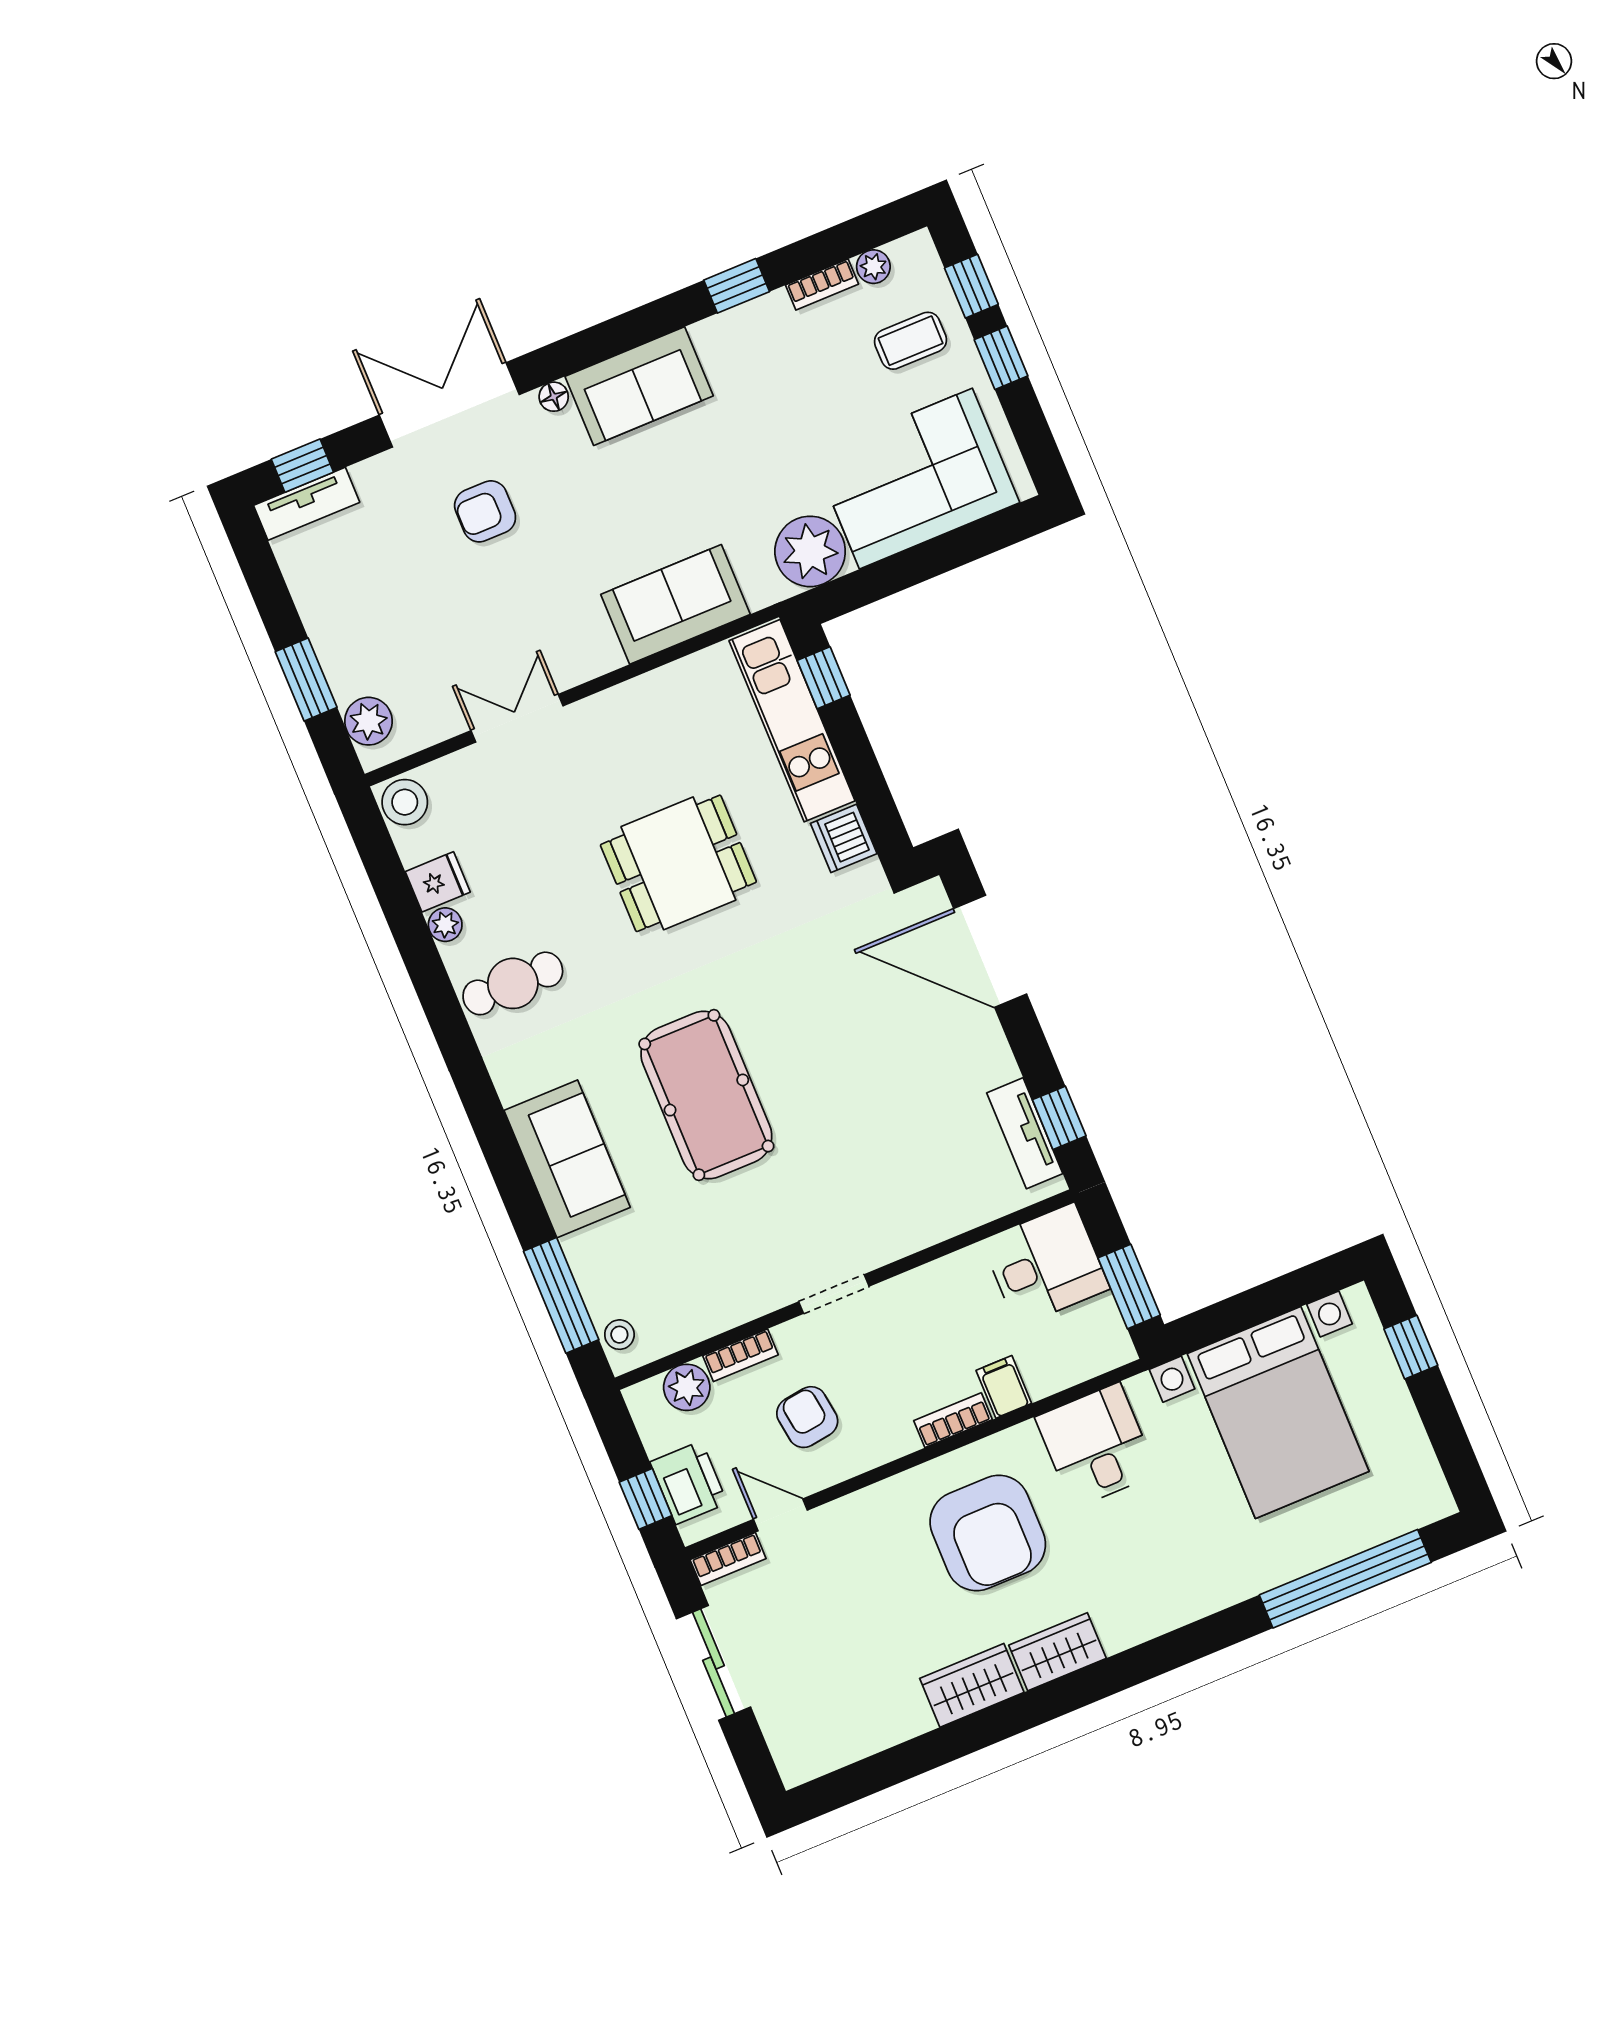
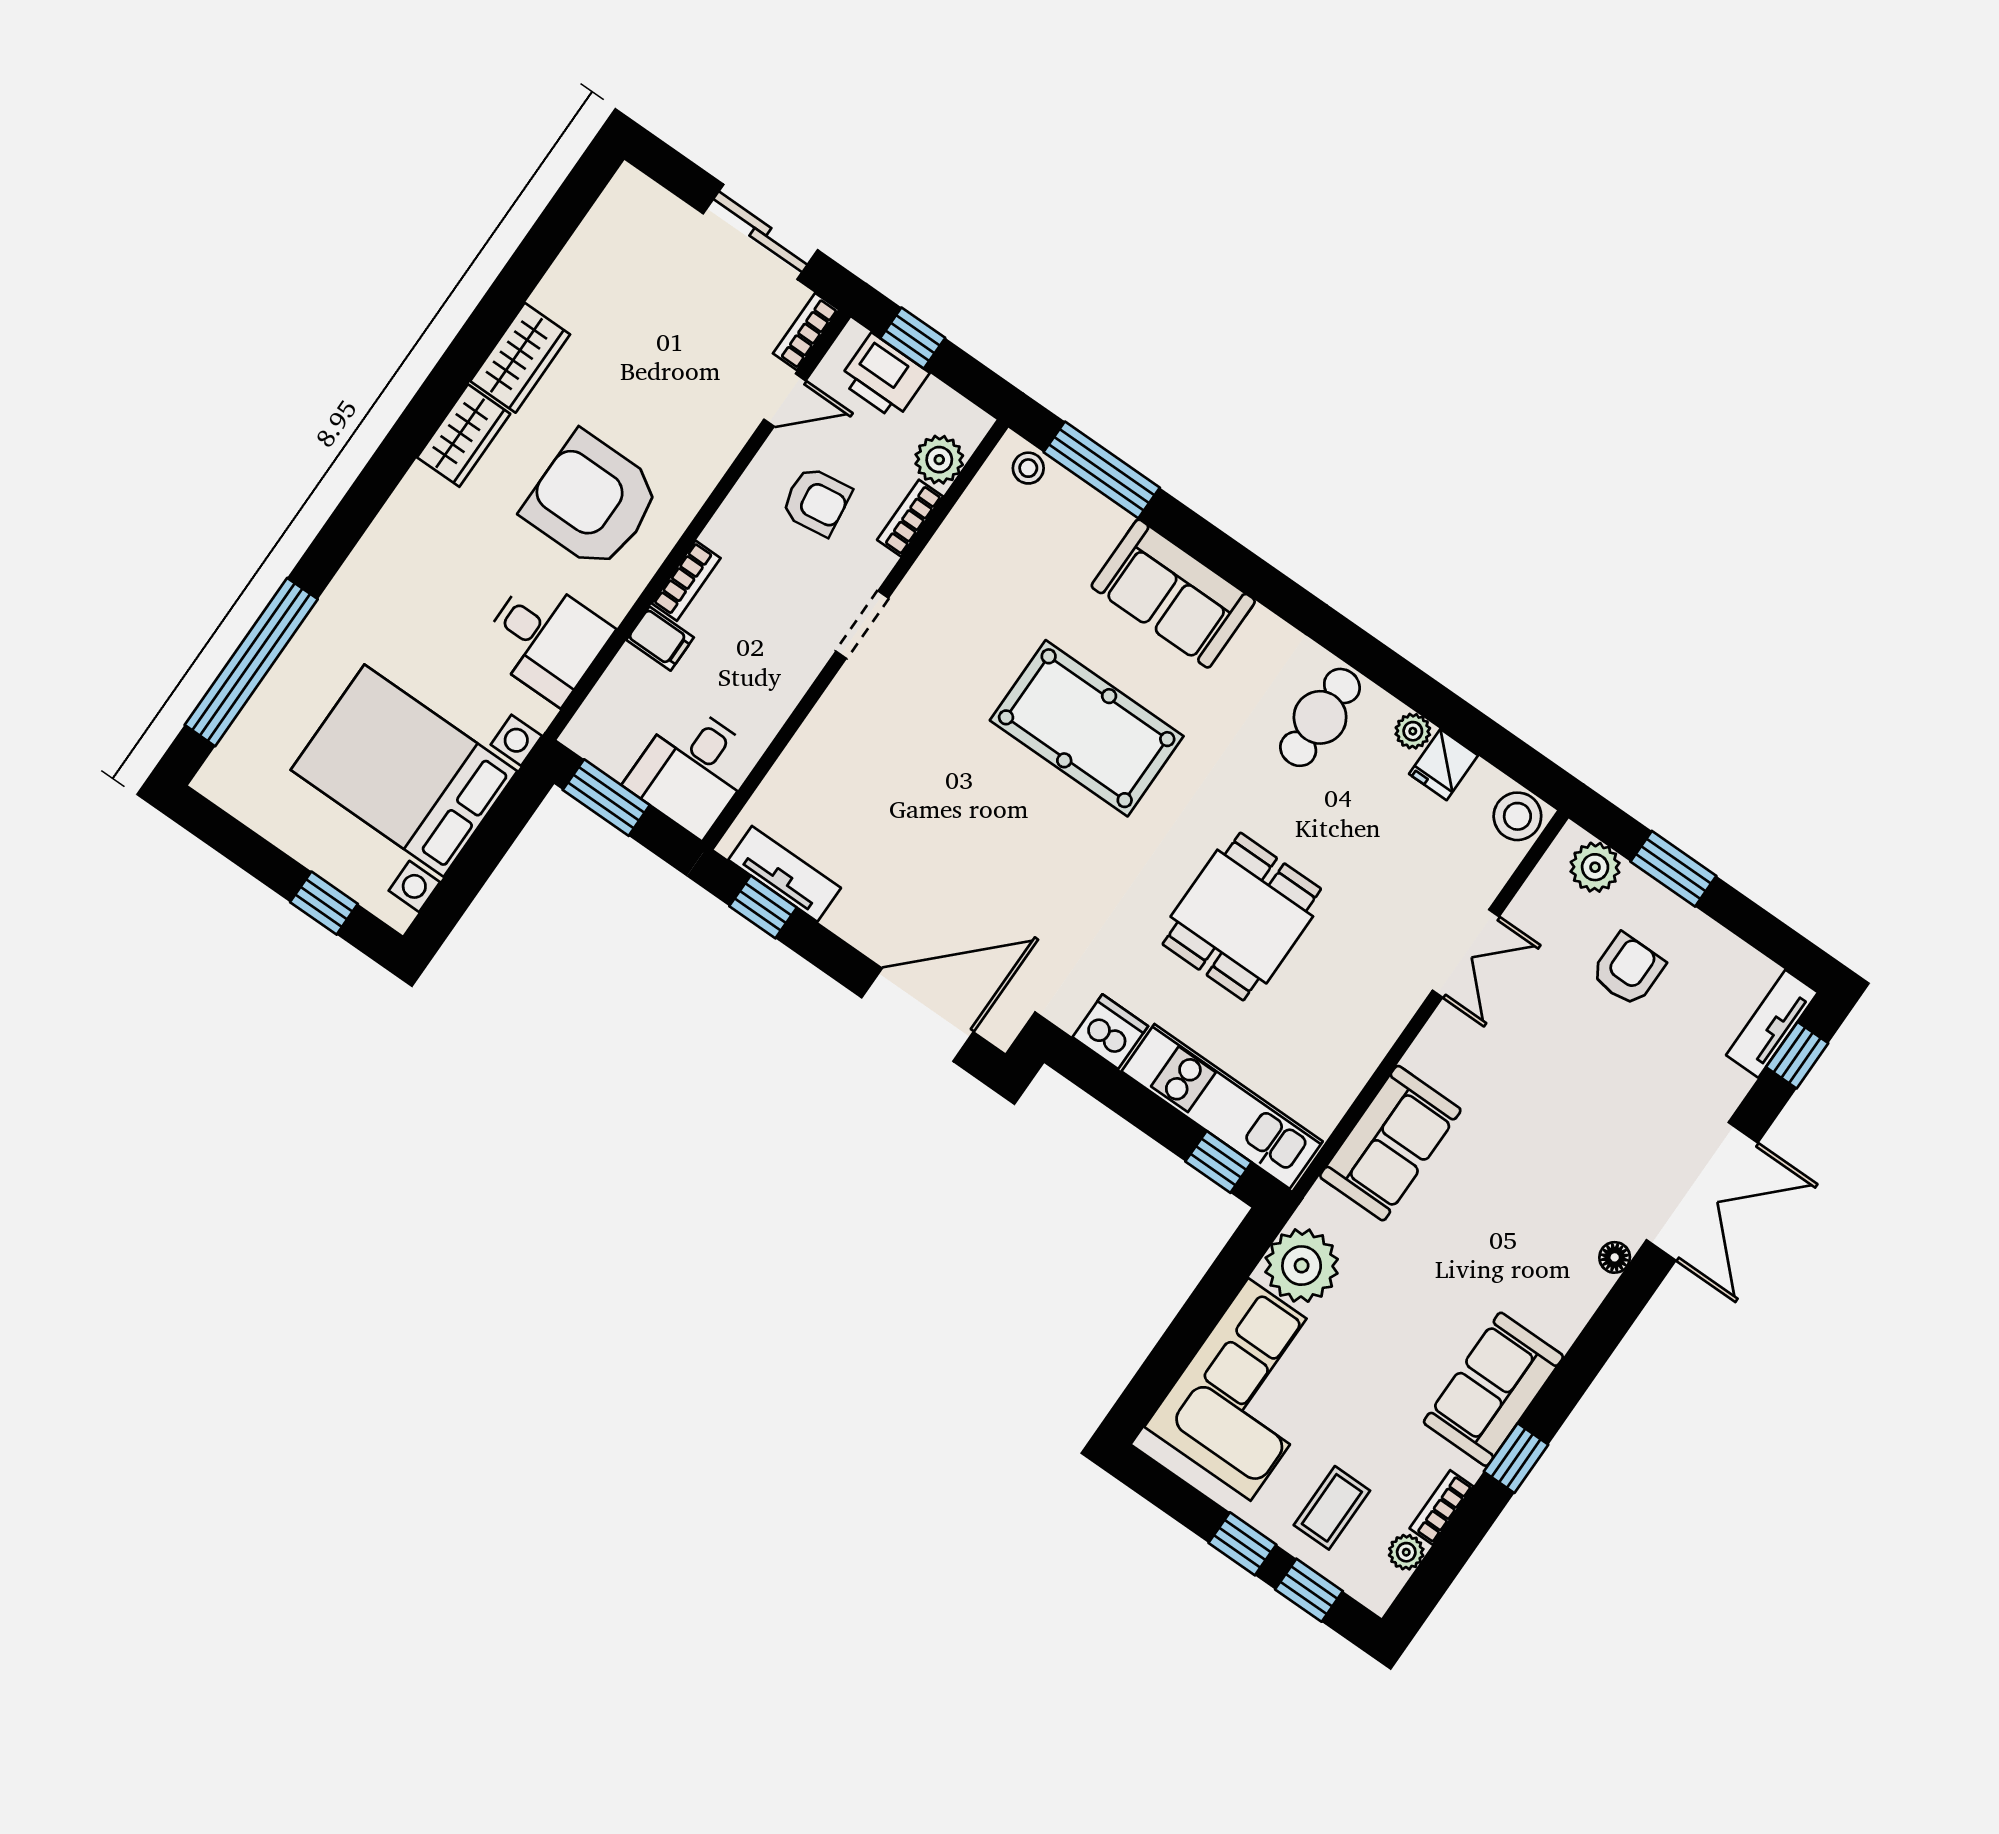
sofa: (639, 386) -> (1493, 1389), moved
armchair: (485, 511) -> (1628, 970), moved

